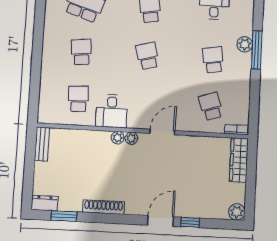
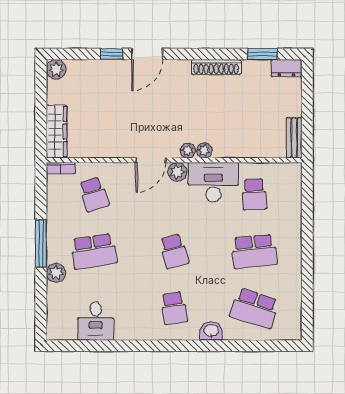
window: (257, 50) -> (41, 243), moved
school desk: (81, 52) -> (254, 251), width x1.85
school desk: (213, 60) -> (94, 251), width x1.85
desk: (112, 111) -> (213, 182), width x1.37
plant: (141, 121) -> (177, 172), added

